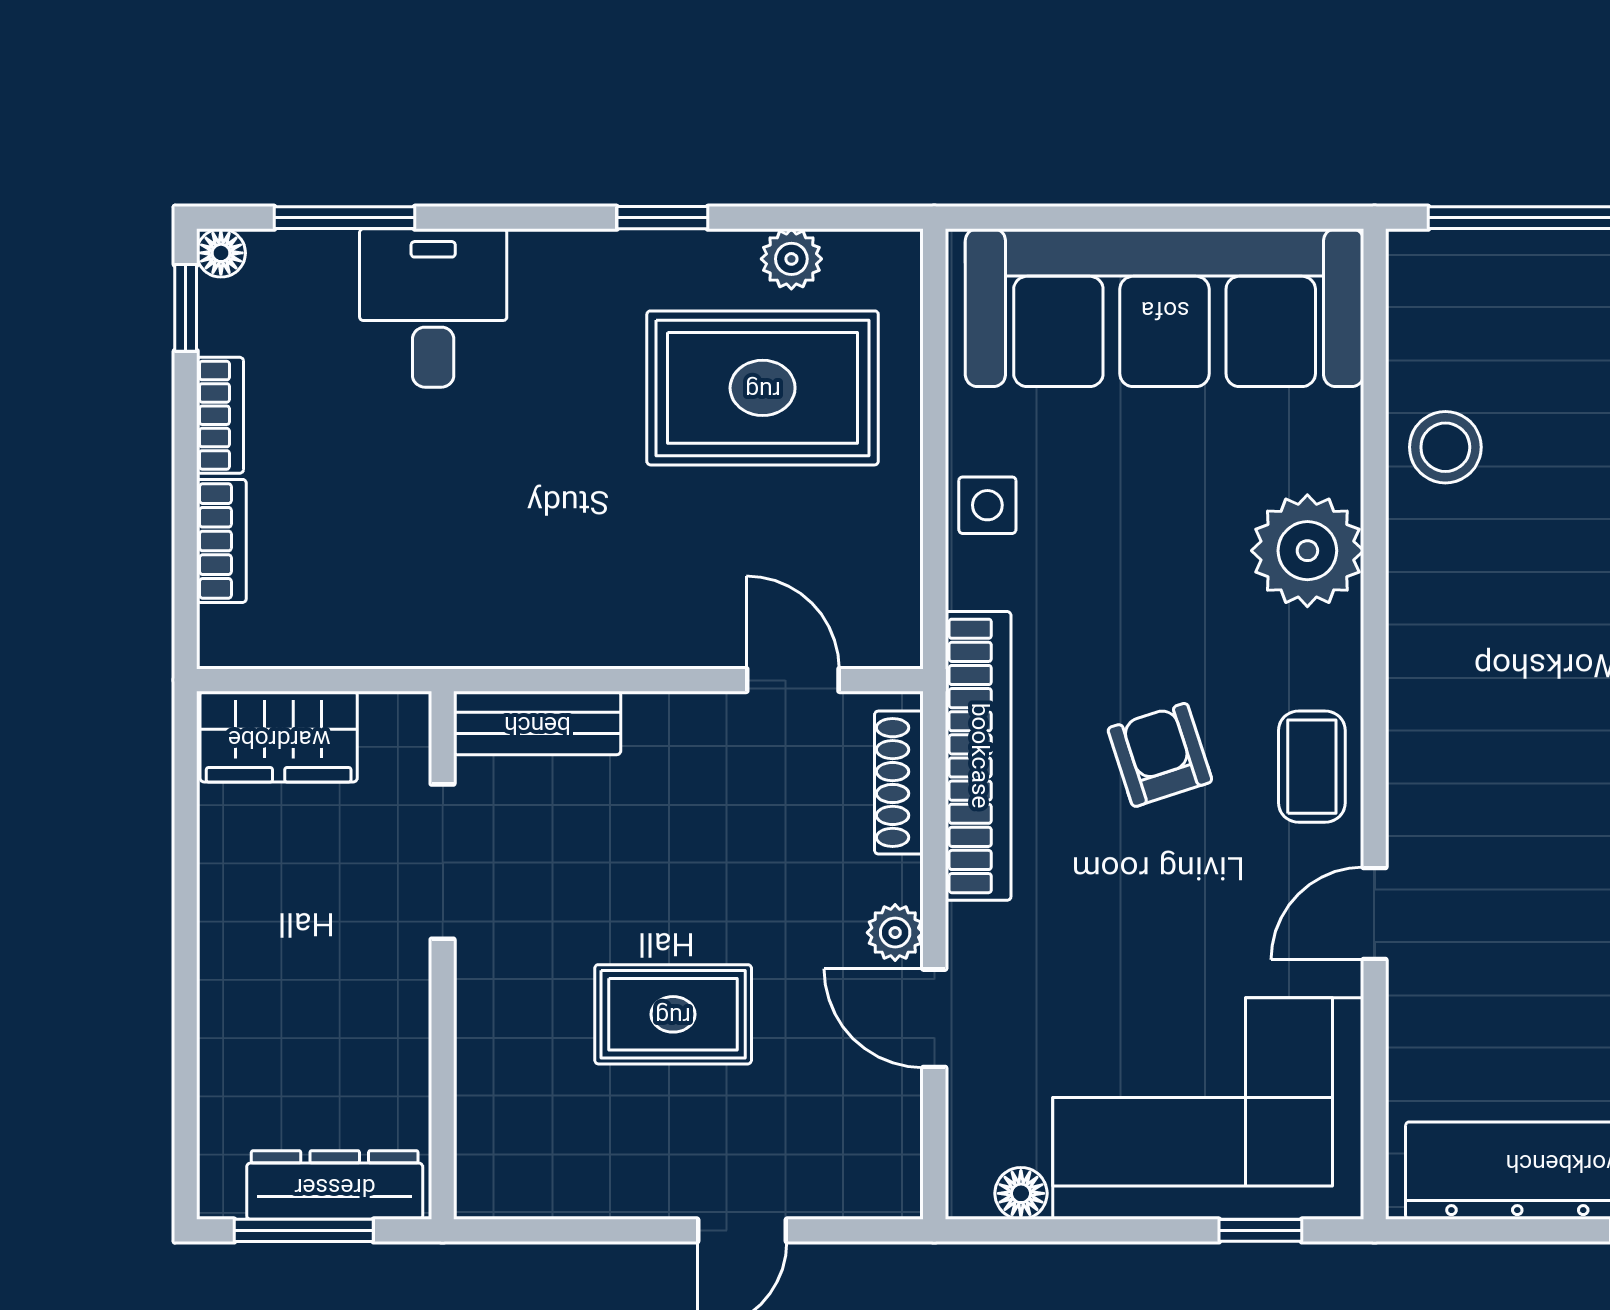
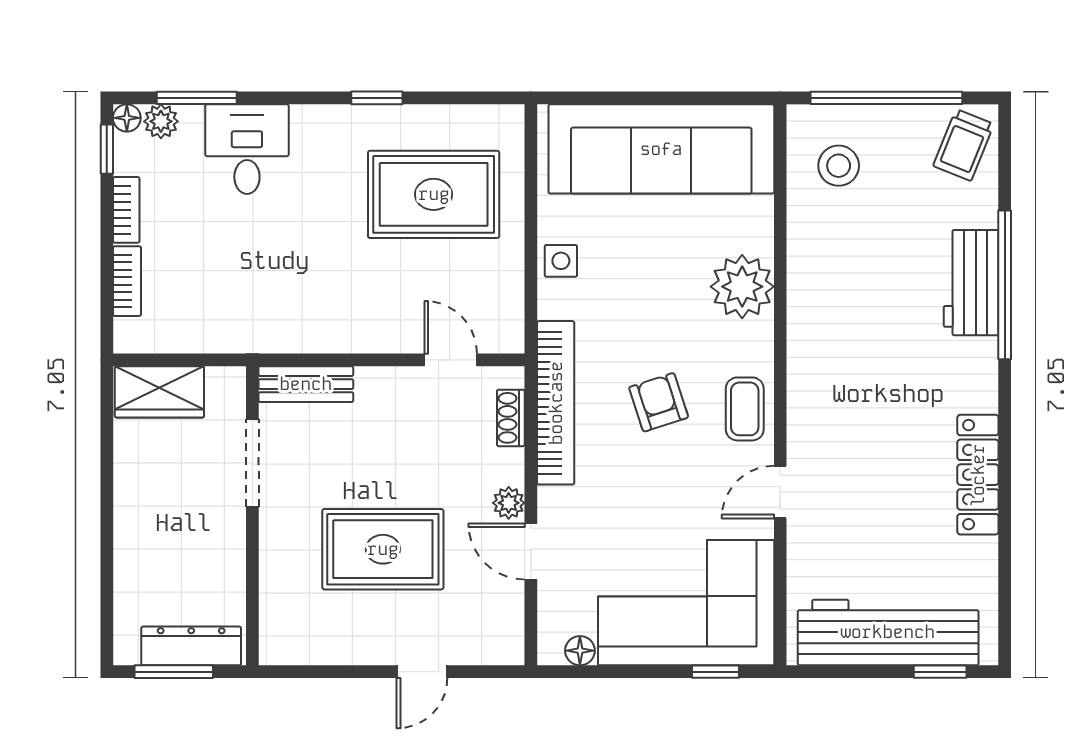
plant: (791, 259) -> (161, 121), moved
stool: (1445, 447) -> (839, 166), moved
shoe rack: (899, 783) -> (511, 418), width x0.70
rug: (673, 1014) -> (383, 549), width x1.36, depth x1.43

